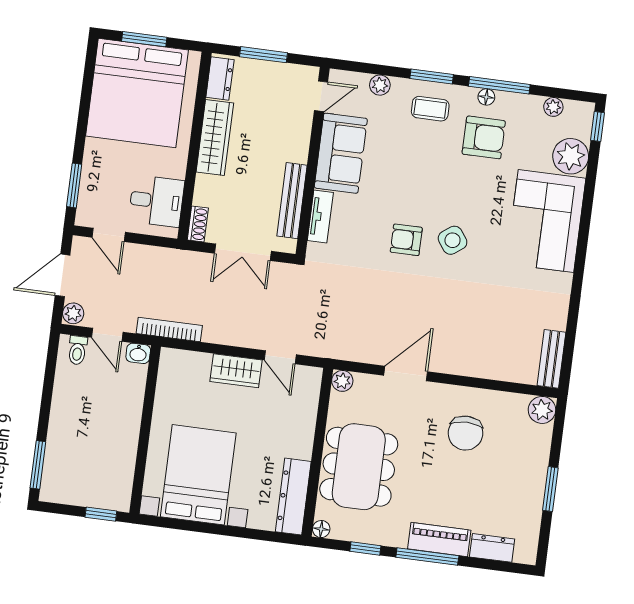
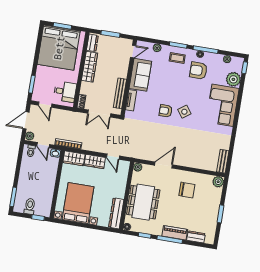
armchair: (484, 137) -> (198, 71), turned 180
wardrobe: (184, 365) -> (74, 158), added
chair: (466, 433) -> (187, 190), turned -90
toilet: (79, 487) -> (30, 206), added

